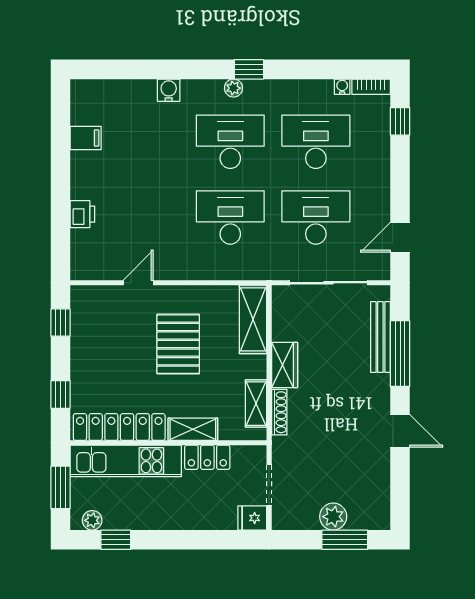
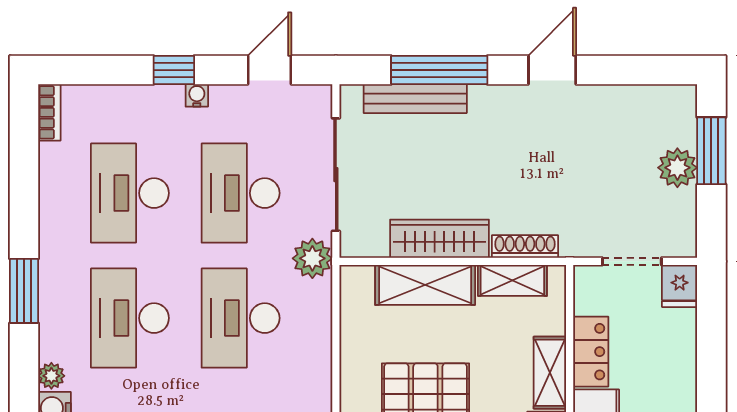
window: (249, 69) -> (24, 291), width x1.50
water cooler: (342, 87) -> (197, 95), moved, turned 90
plant: (233, 88) -> (51, 376), moved
window: (400, 121) -> (174, 70), moved
door: (400, 237) -> (269, 70), swing flipped
plant: (271, 267) -> (312, 258), added
shelving: (253, 319) -> (425, 285), moved
wardrobe: (285, 365) -> (439, 239), width x1.50

